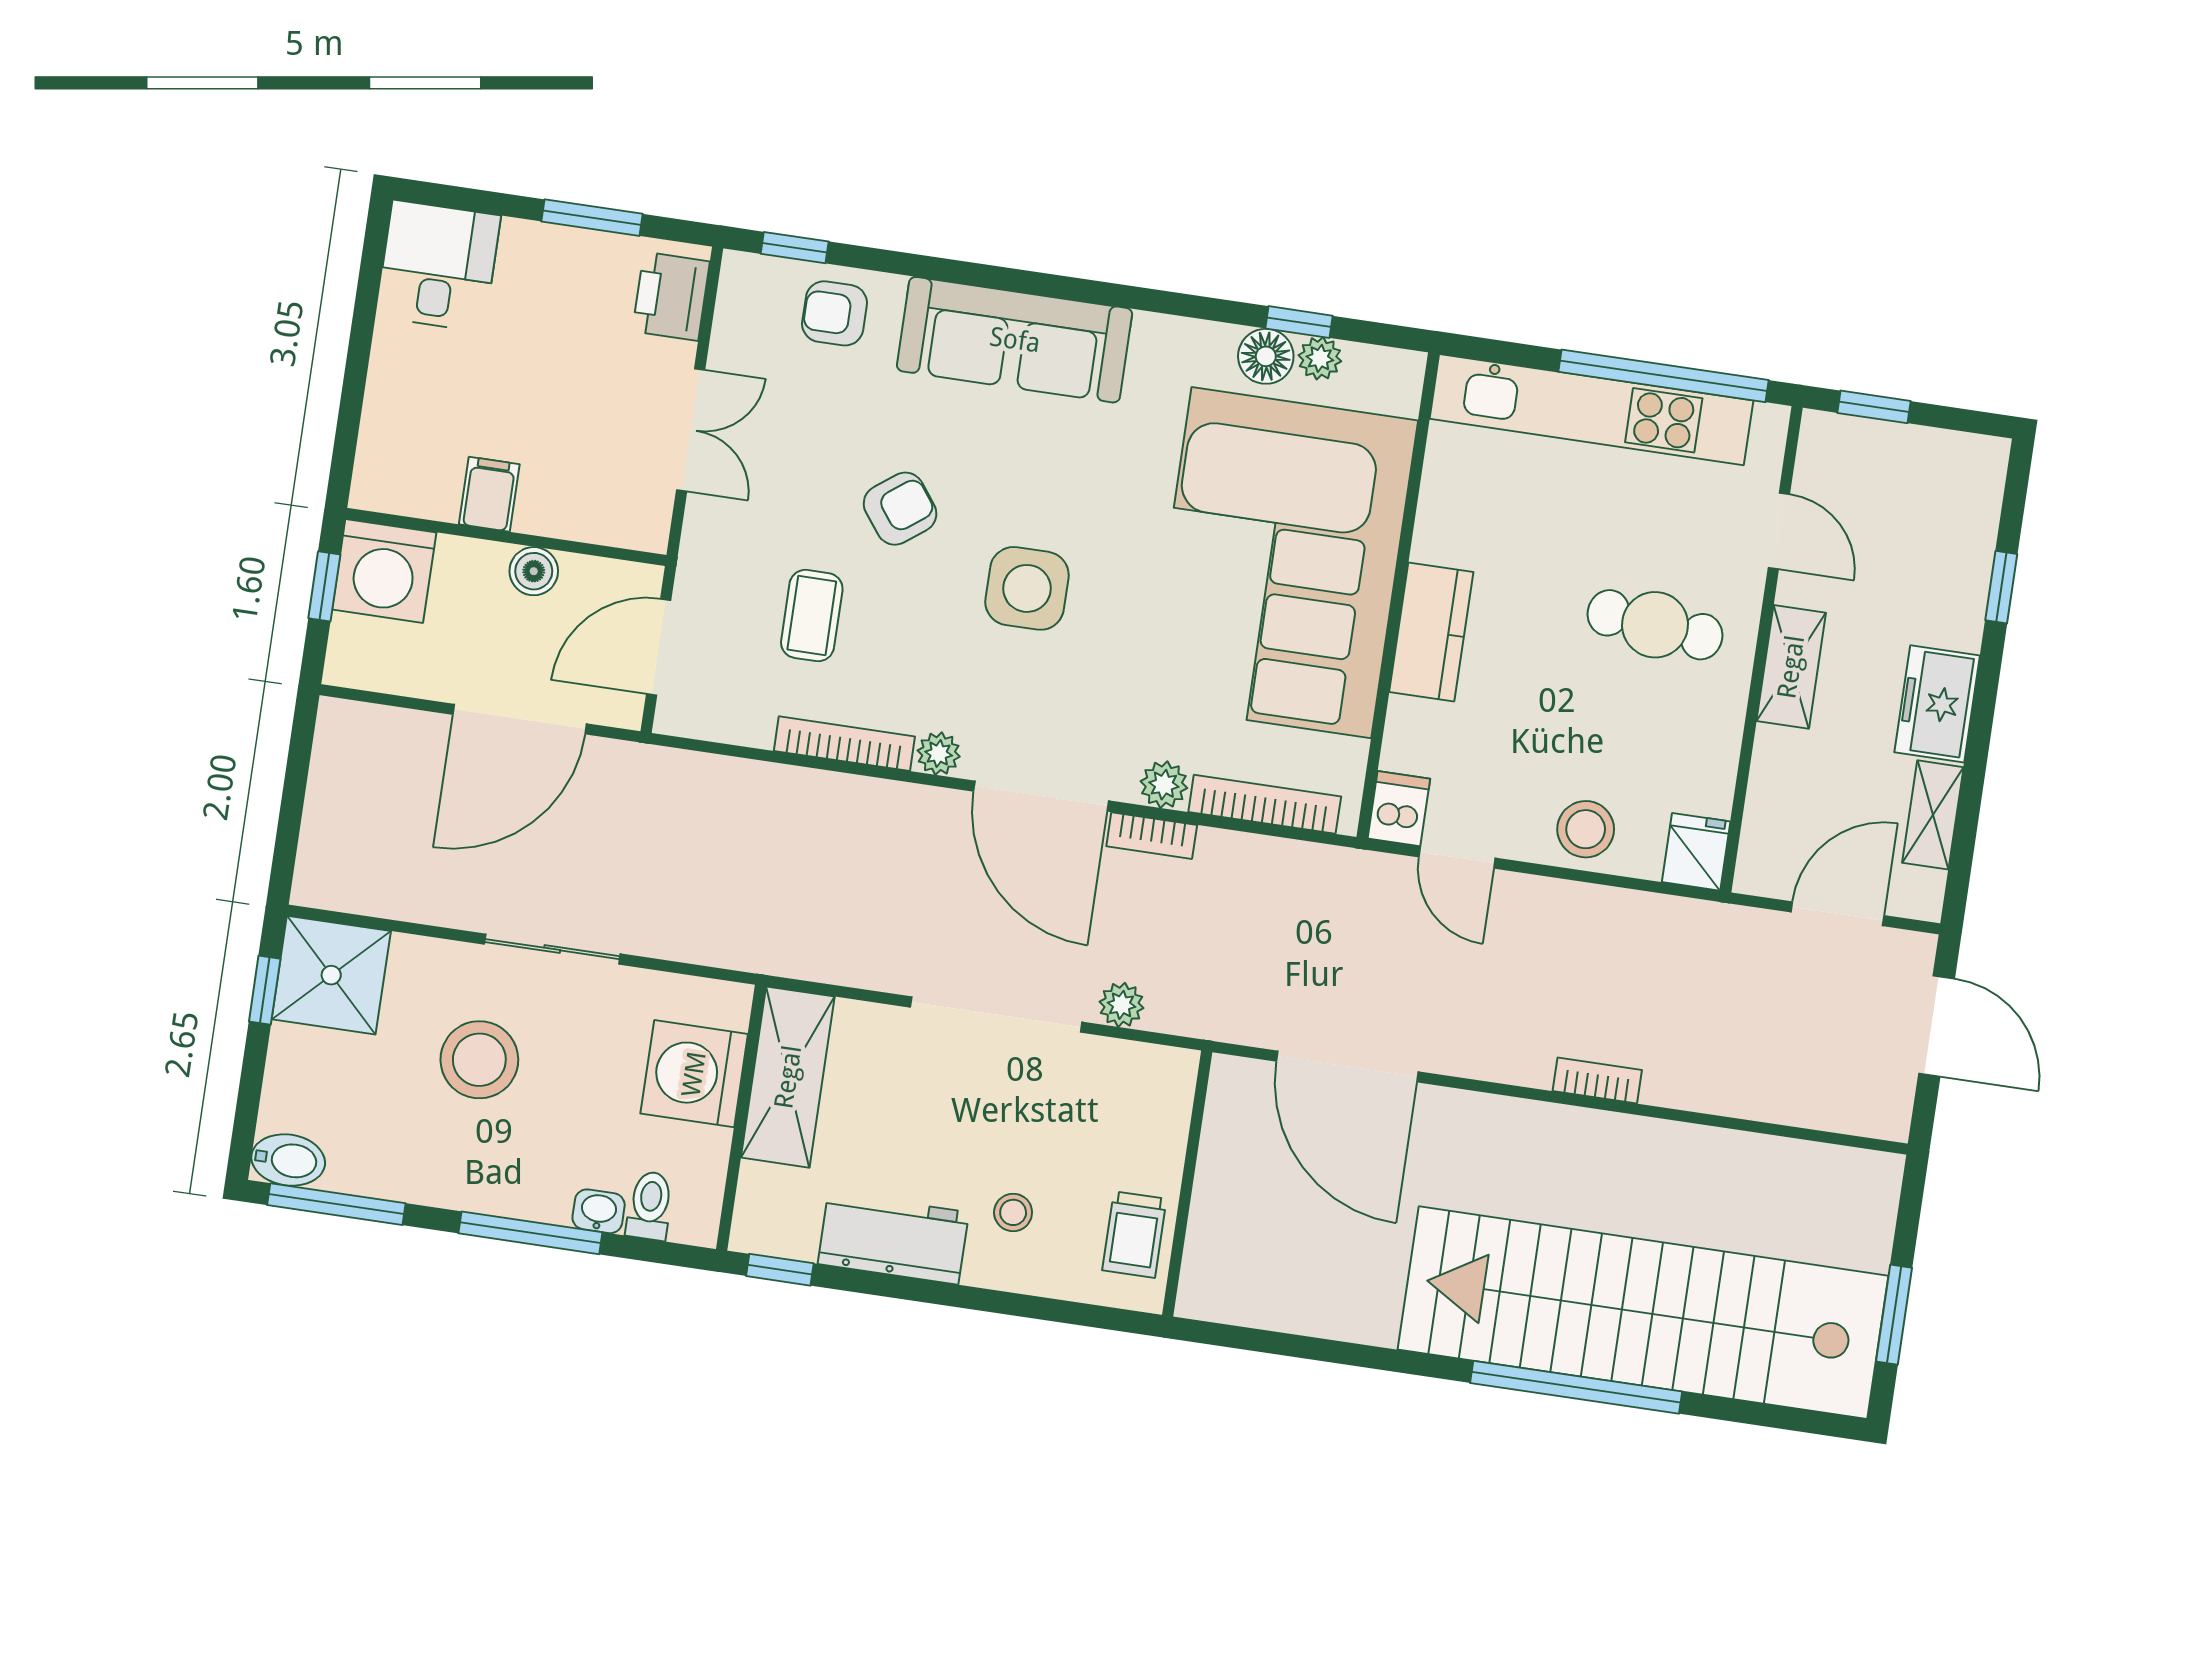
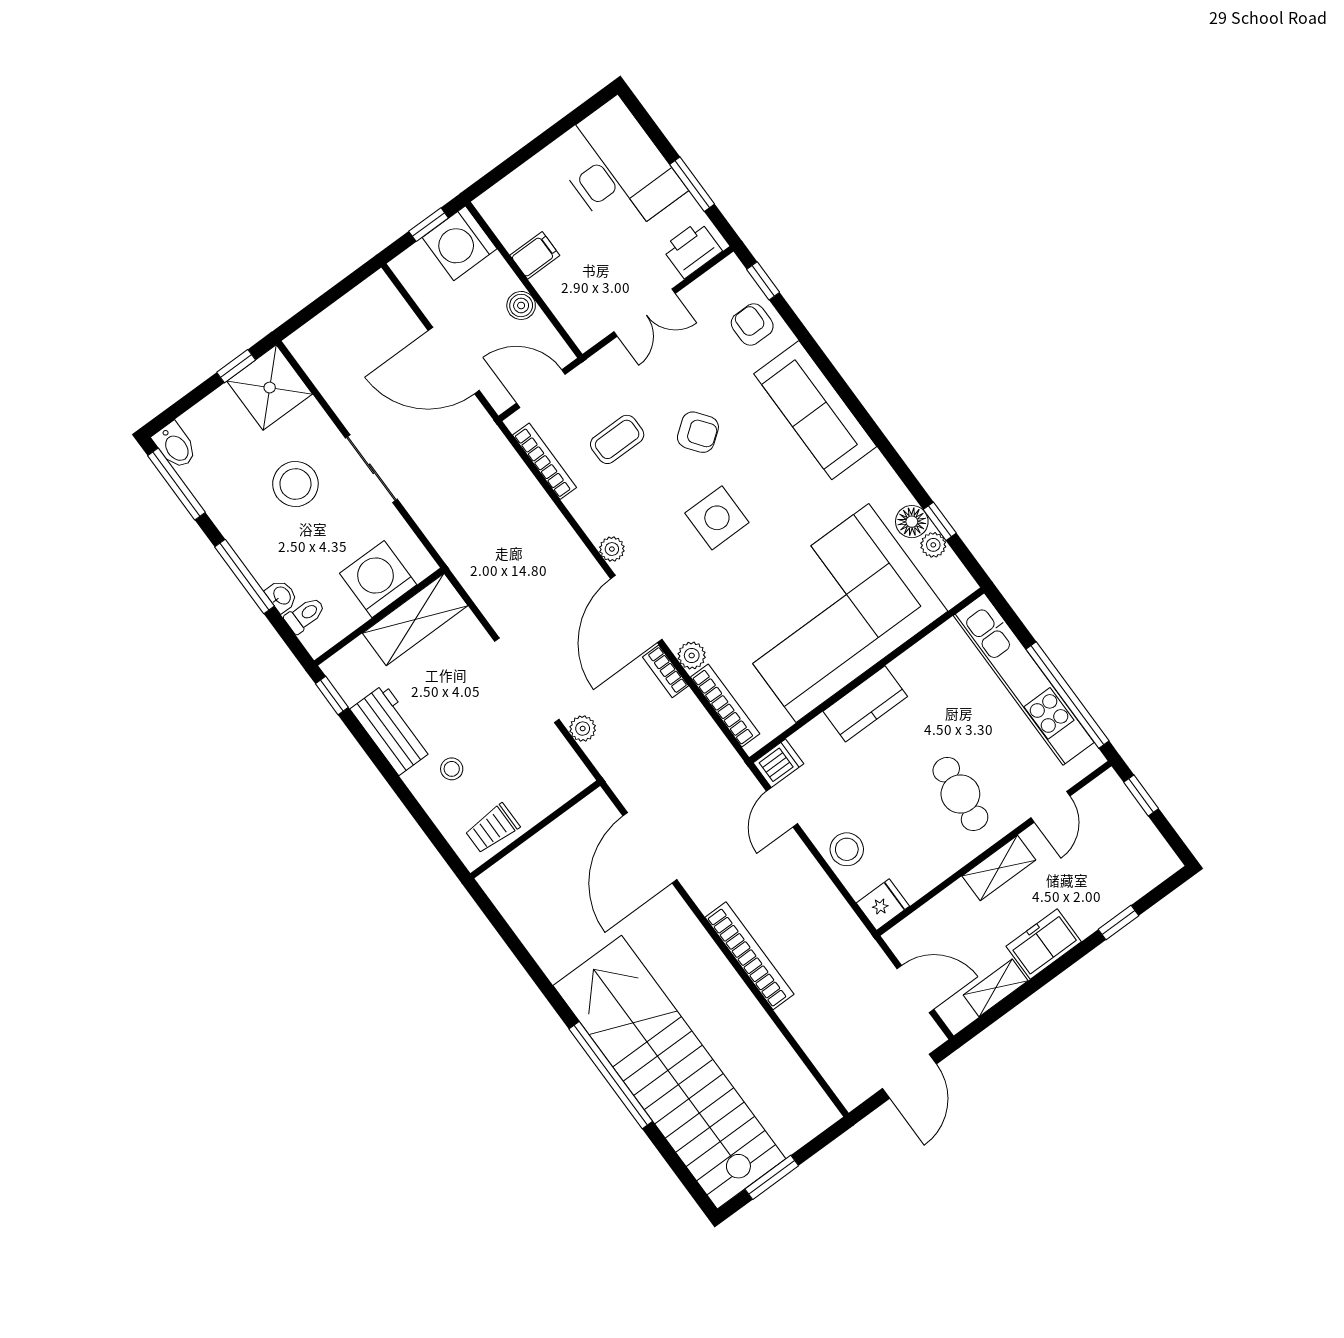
desk: (438, 266) -> (617, 169), width x1.87, depth x1.30
bookcase: (844, 744) -> (545, 461), moved
bookcase: (1597, 1081) -> (750, 956), width x2.31, depth x1.31

